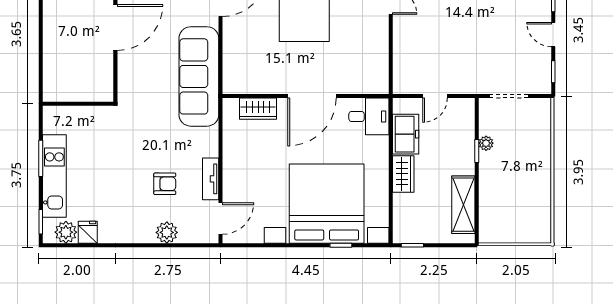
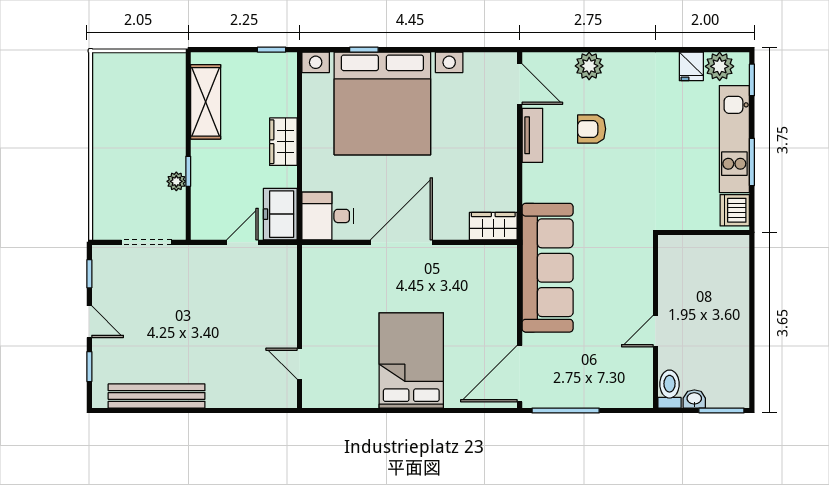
door: (115, 27) -> (655, 331), width x0.53
wardrobe: (258, 109) -> (493, 226), moved
dishwasher: (54, 121) -> (735, 210), added
freezer: (406, 134) -> (280, 214), moved
door: (221, 218) -> (520, 84), swing flipped

